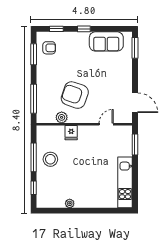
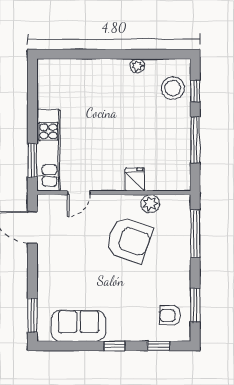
stool: (50, 159) -> (173, 88), moved
kitchen unit: (125, 182) -> (48, 150), moved

